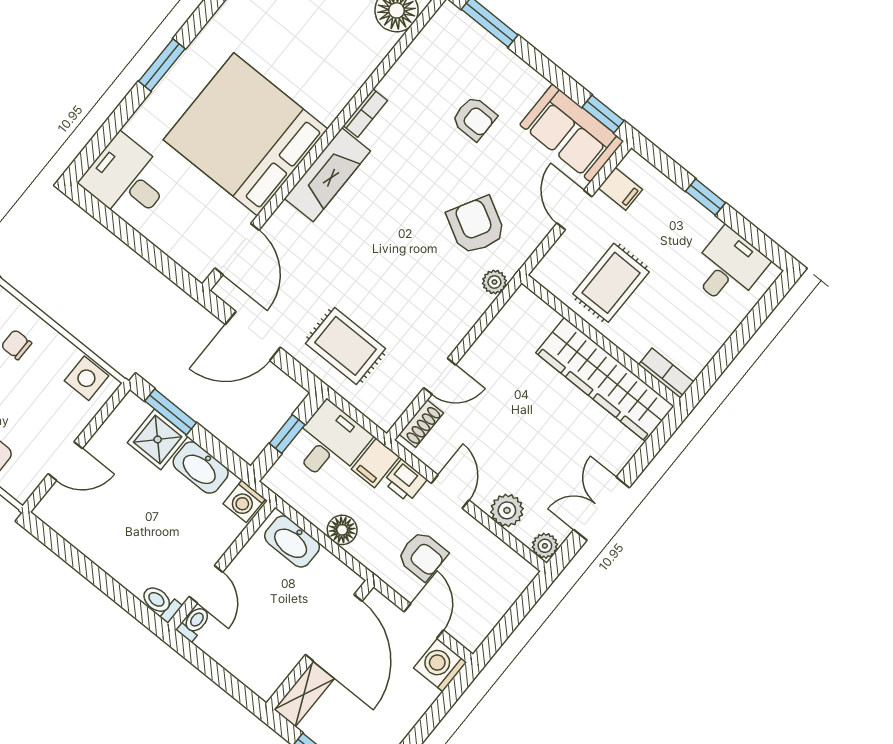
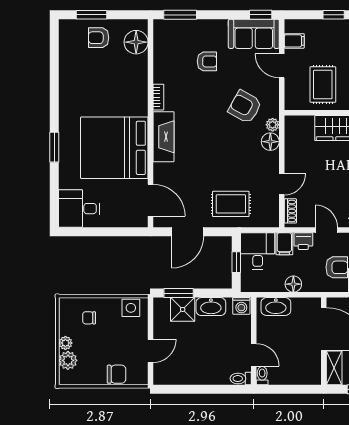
floor lamp: (472, 303) -> (270, 142), added

